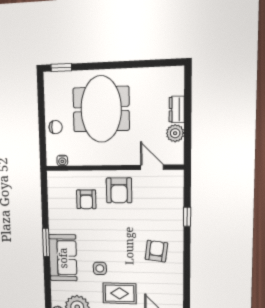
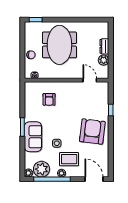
armchair: (119, 190) -> (70, 94), removed
armchair: (156, 251) -> (92, 131), width x1.88, depth x1.88

